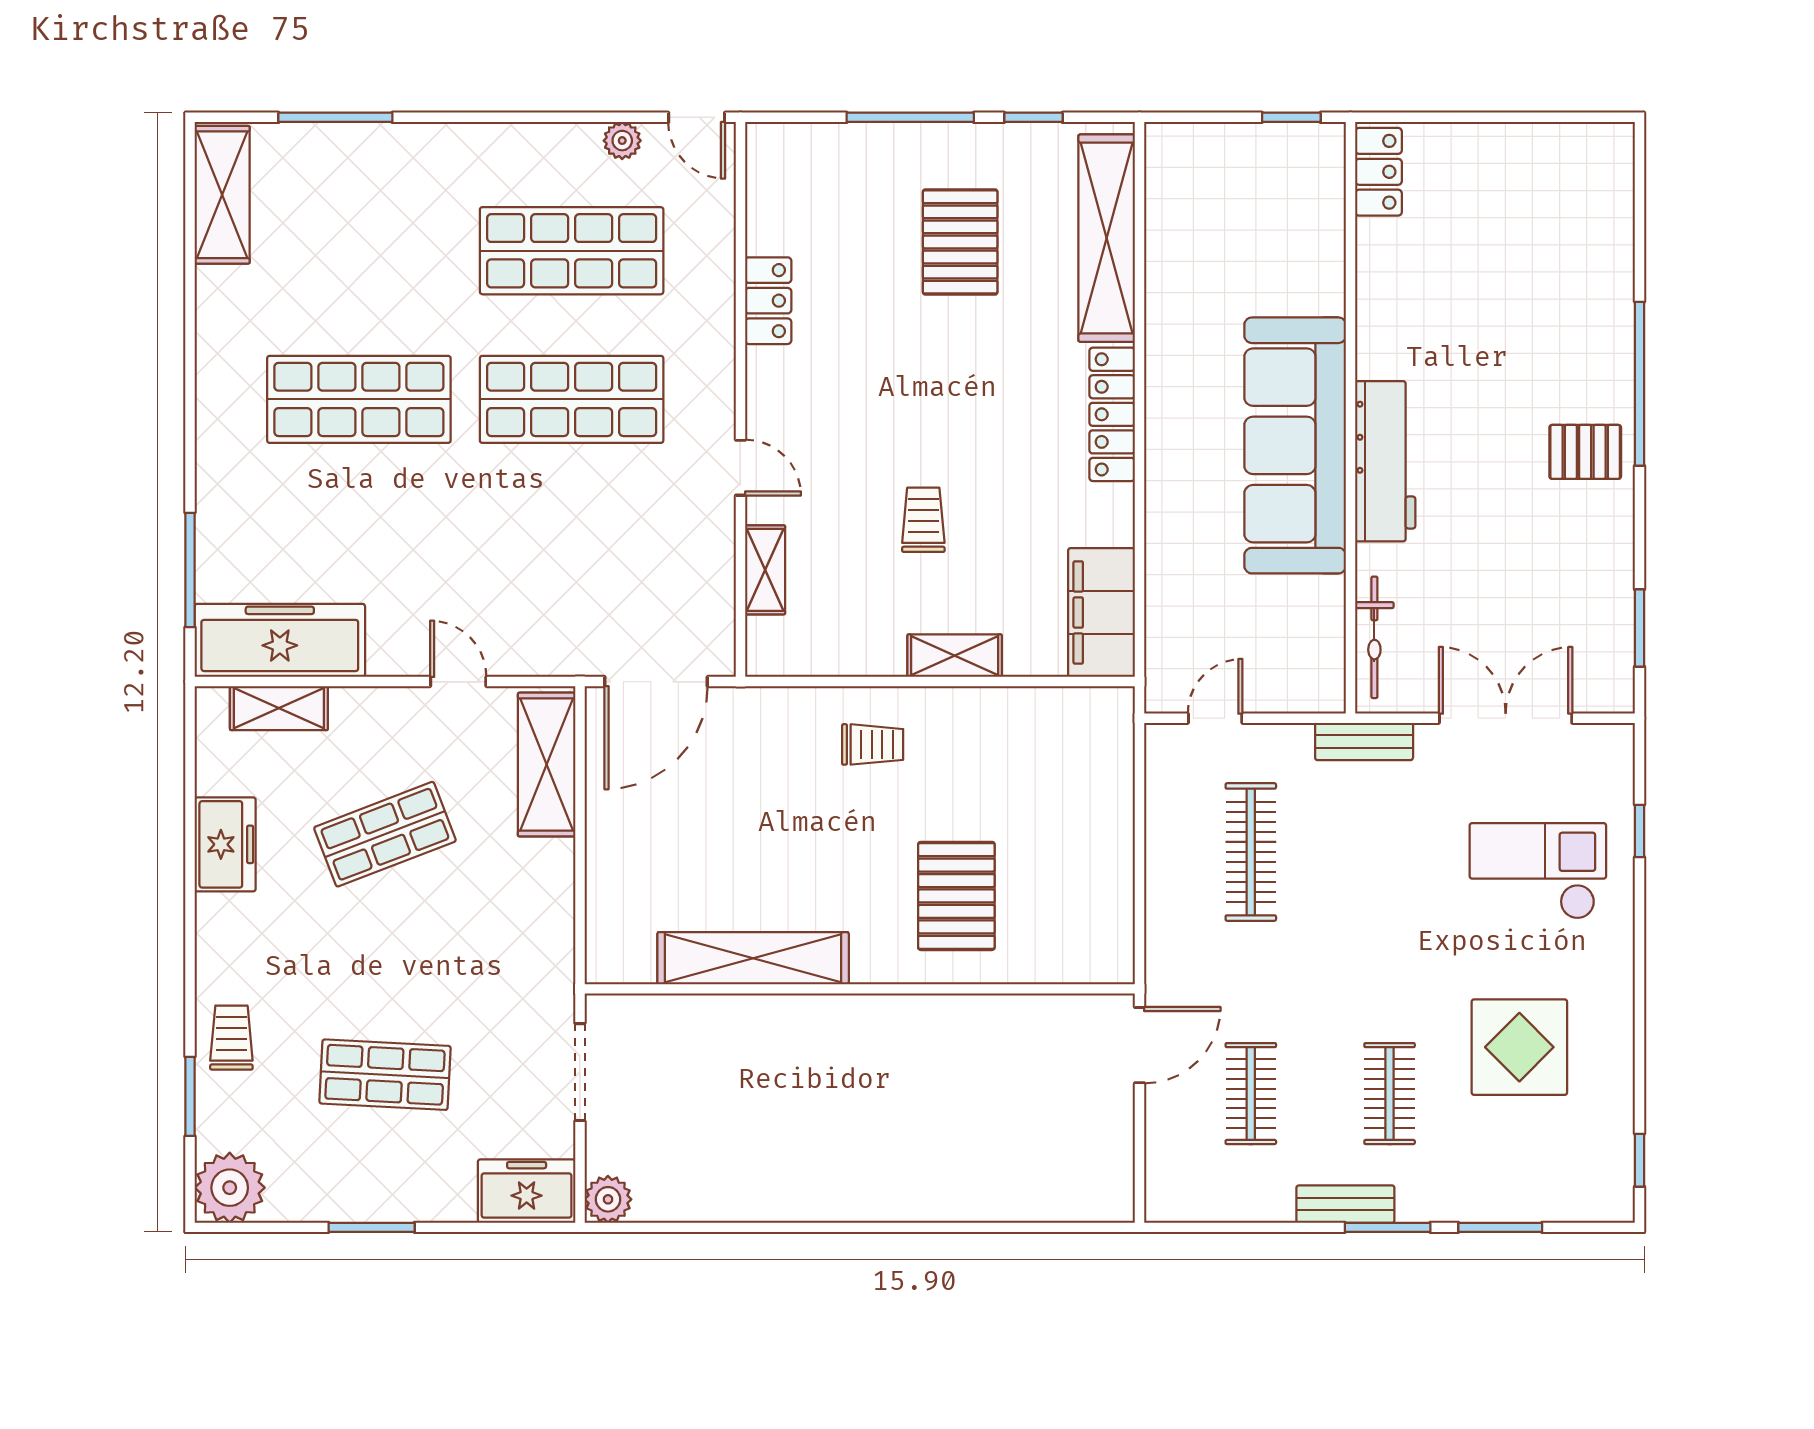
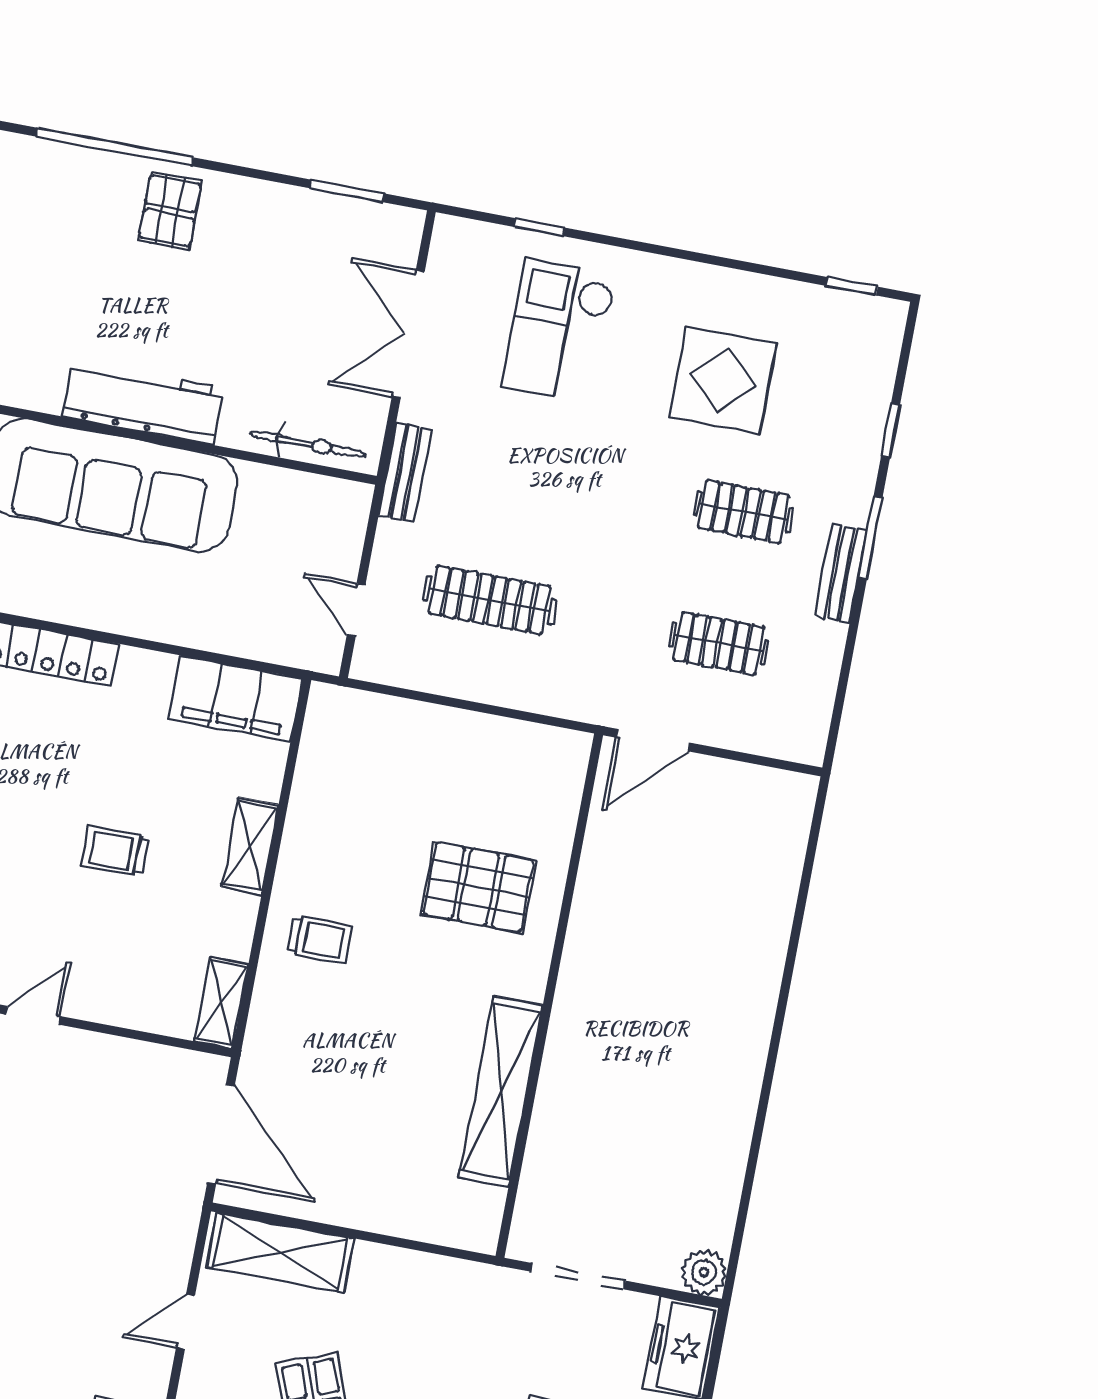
shelving: (765, 570) -> (222, 1003), moved, turned 90
trolley: (873, 744) -> (320, 940), turned 90
door: (1140, 1045) -> (653, 740), swing flipped
window: (1500, 1227) -> (890, 431), width x0.67

